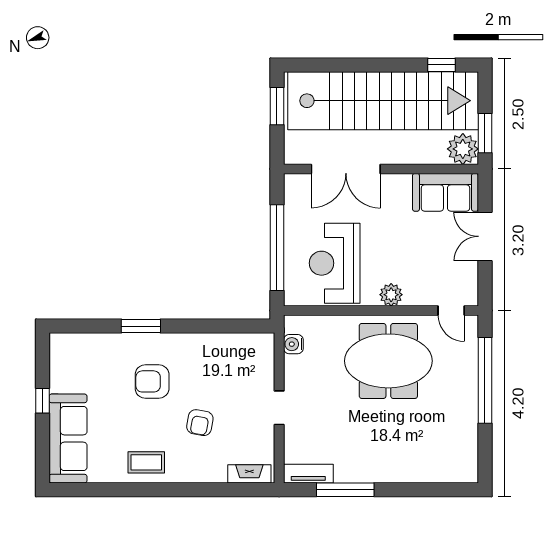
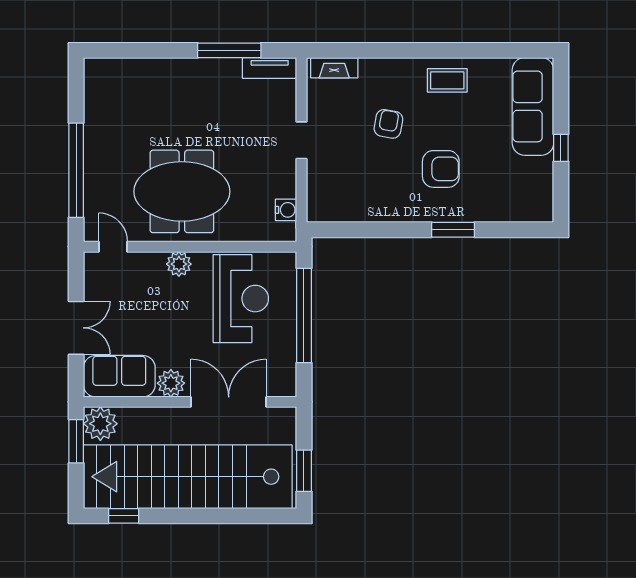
plant: (398, 186) -> (171, 383), added

